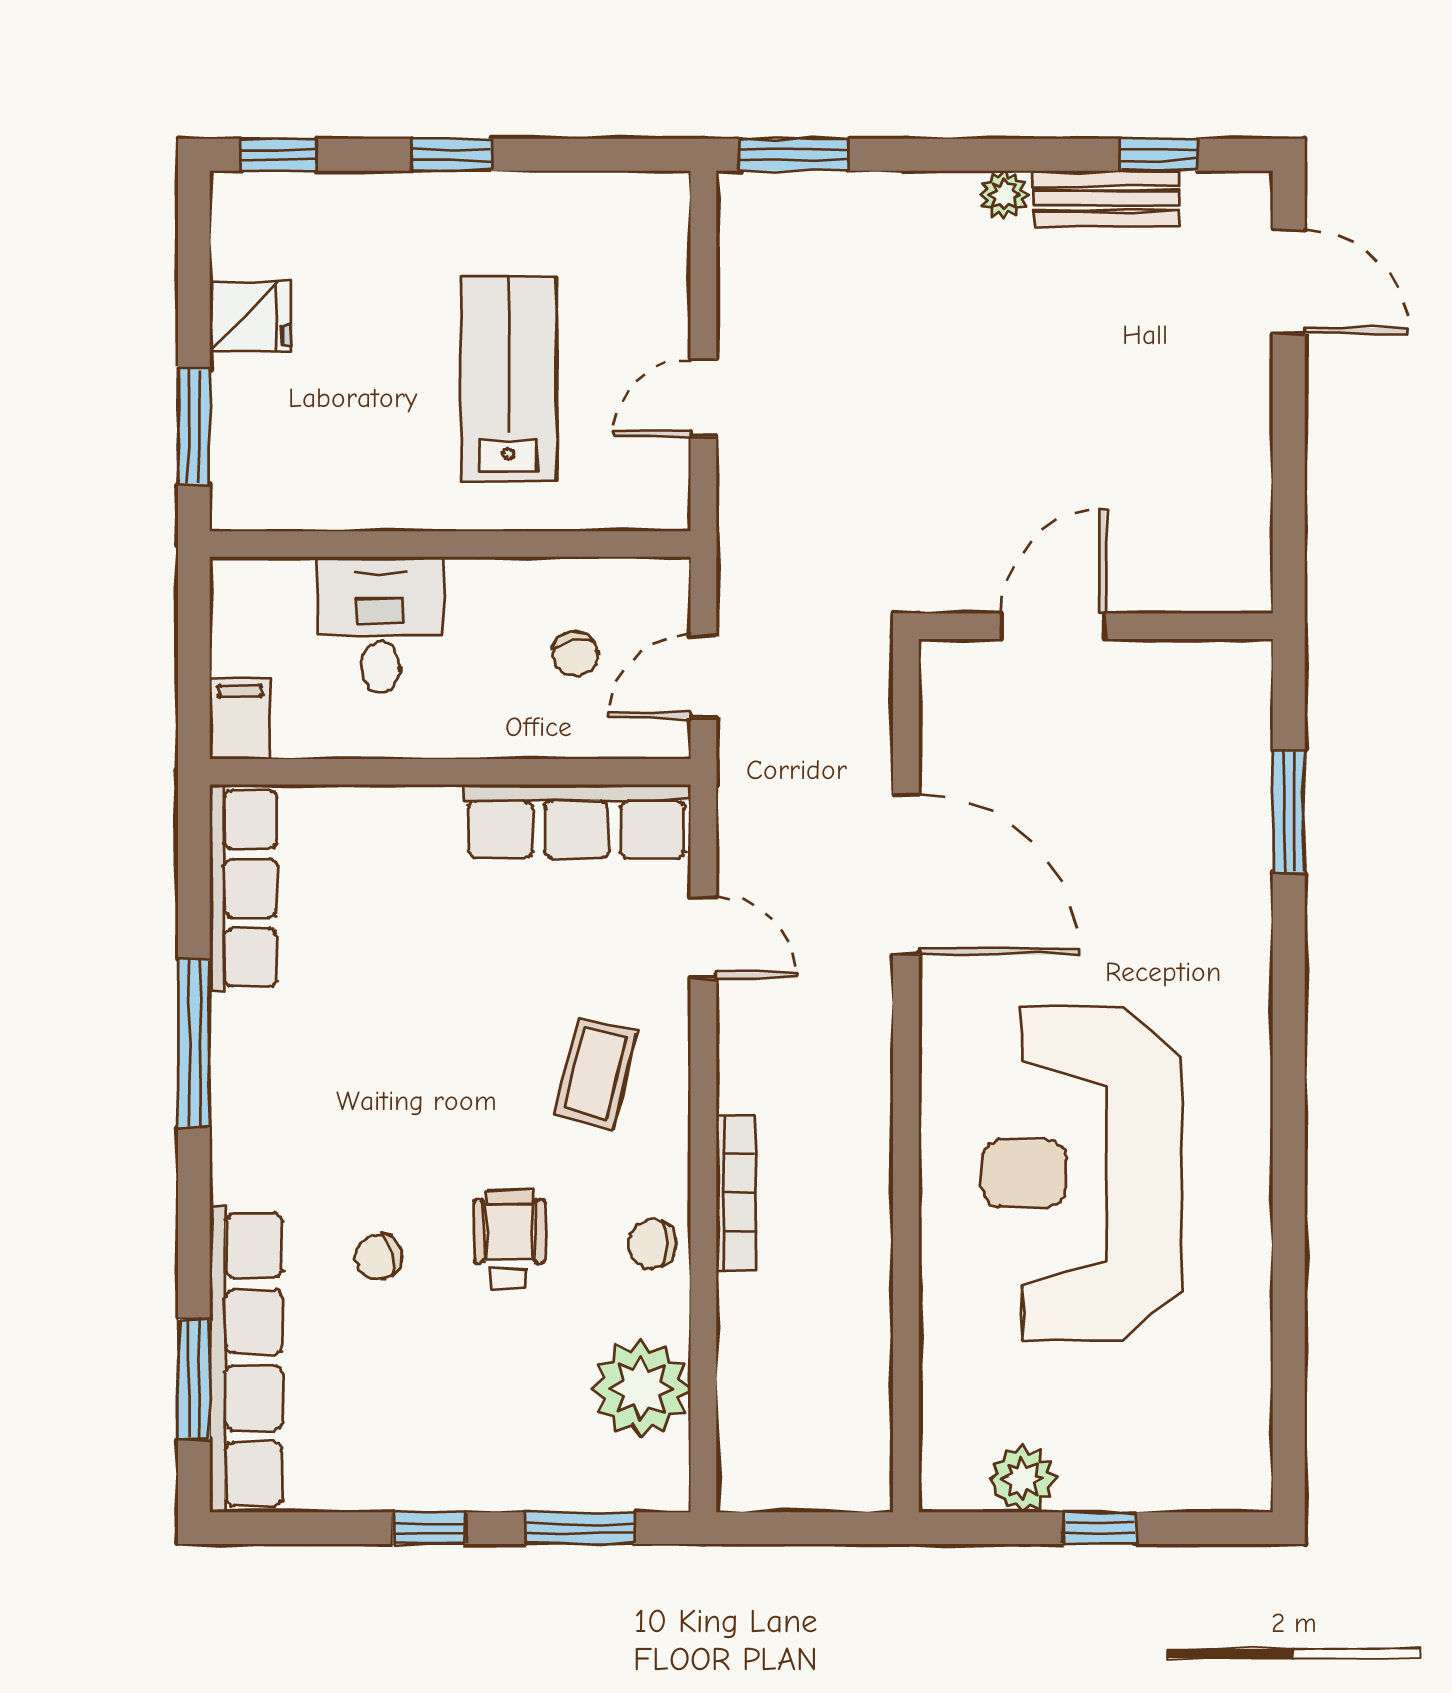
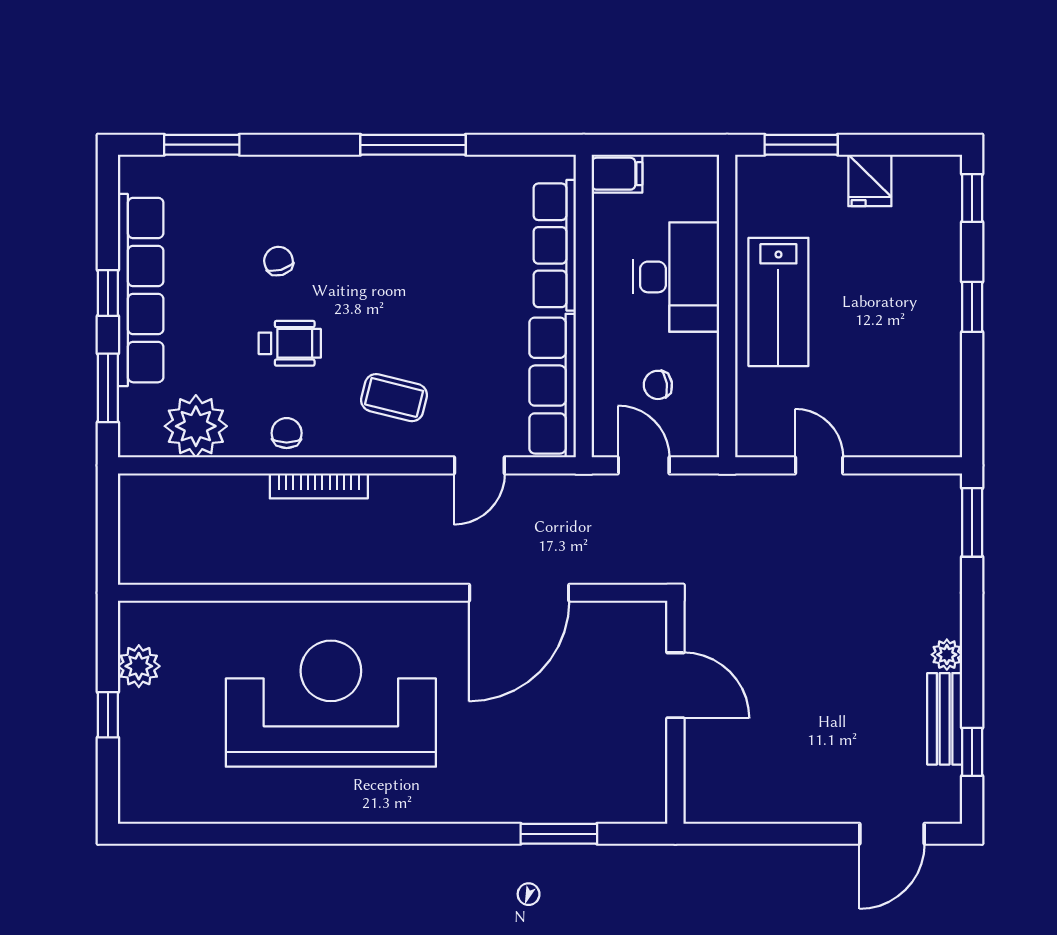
lab bench: (509, 379) -> (778, 302), moved, turned 90
desk: (380, 625) -> (676, 277), width x1.37
row of seats: (243, 888) -> (555, 245), moved, turned 90
row of seats: (246, 1360) -> (141, 290), moved, turned -90

